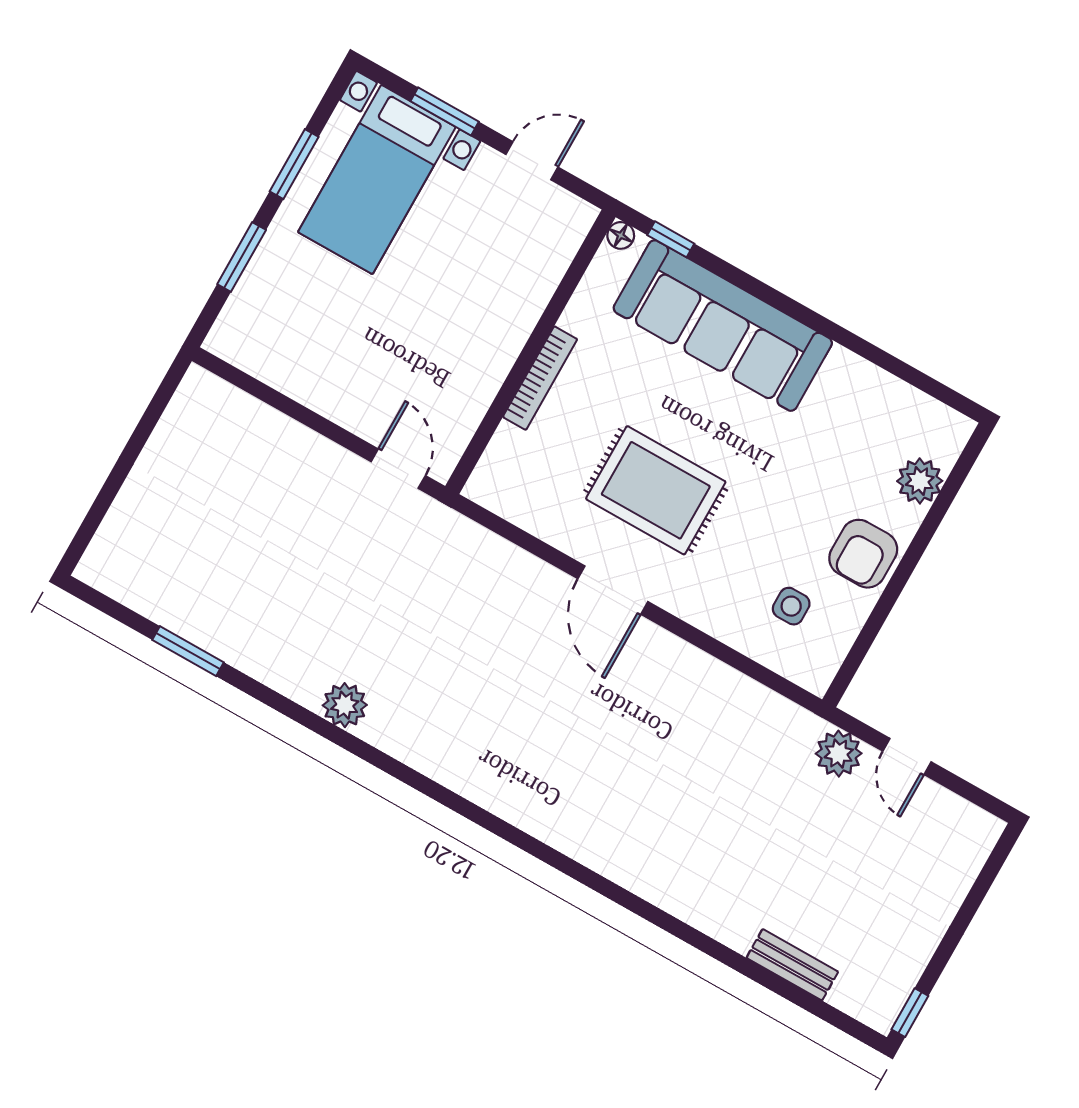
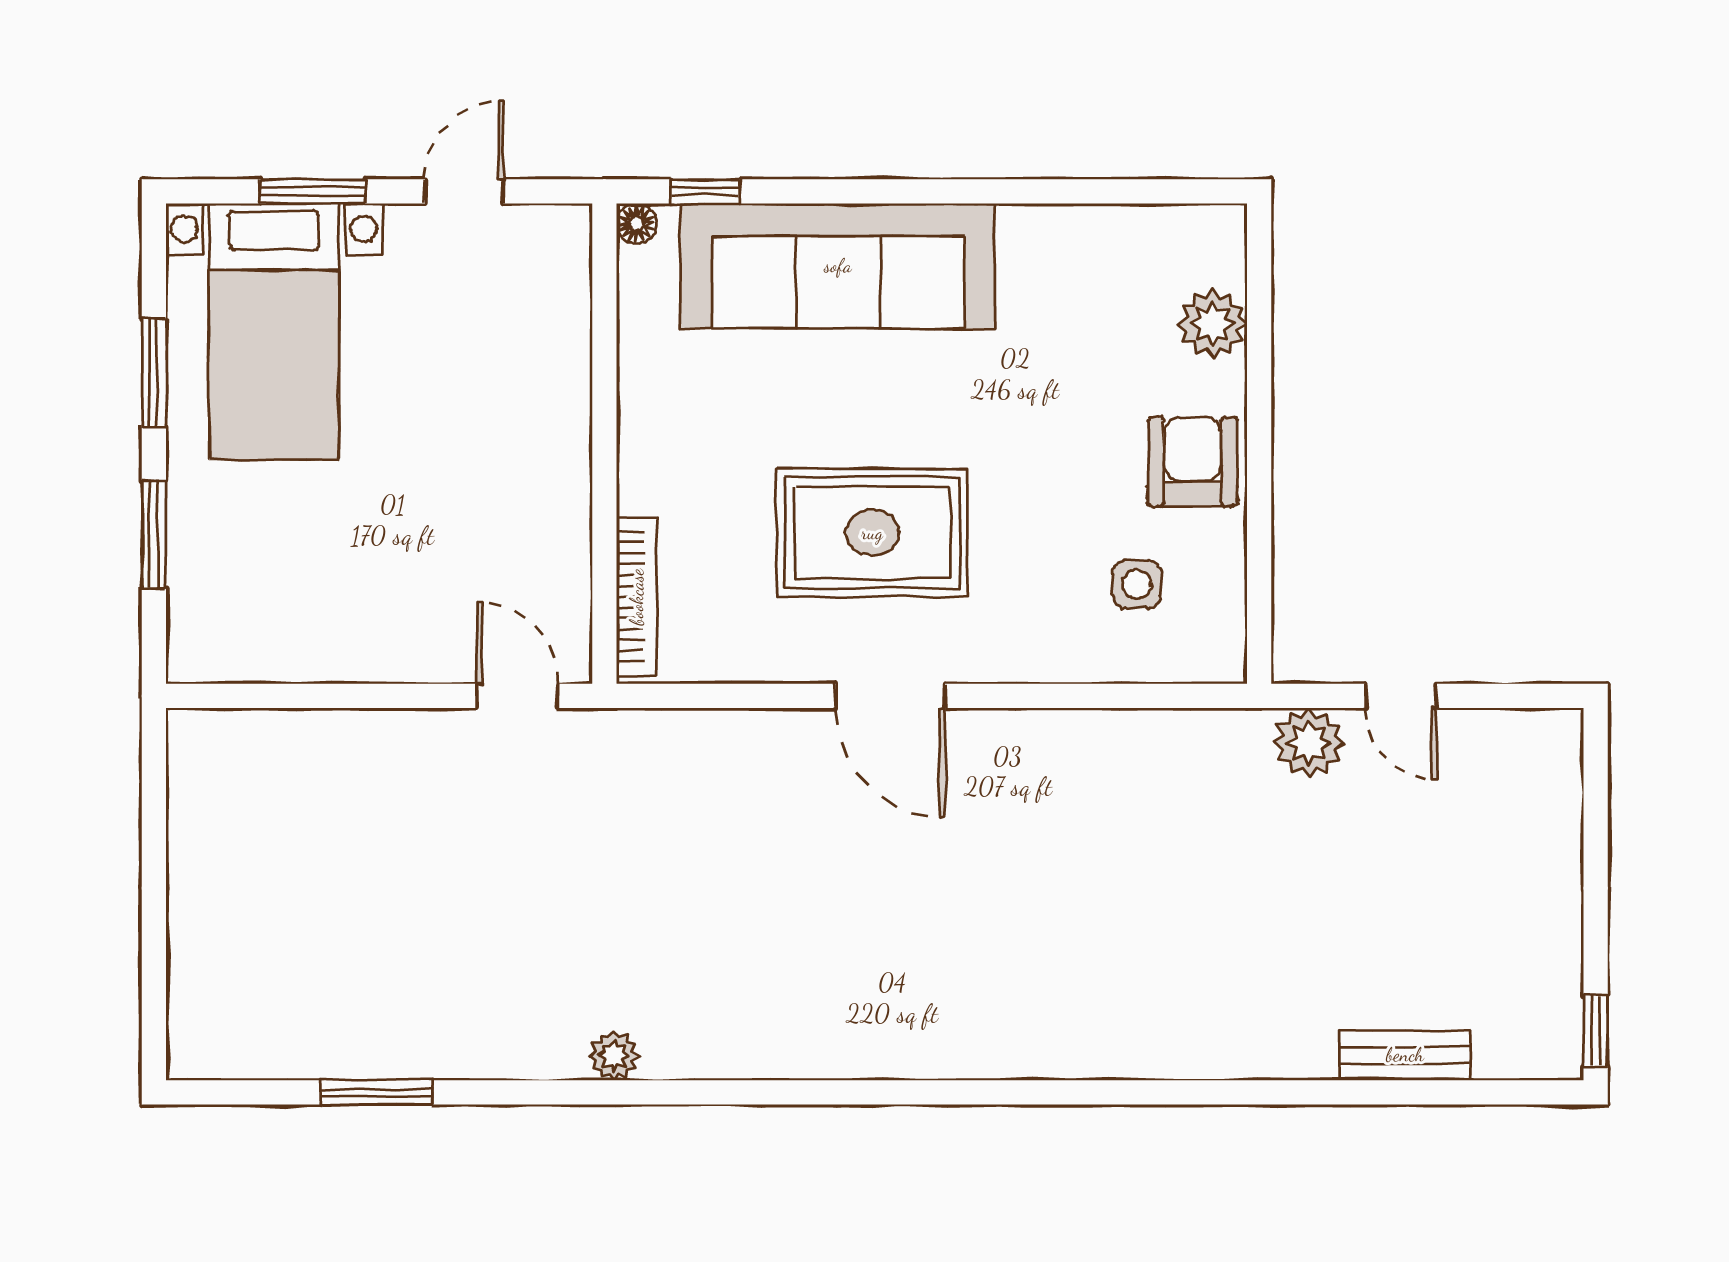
bookcase: (540, 378) -> (637, 597), moved
armchair: (863, 554) -> (1193, 462), turned 180
plant: (345, 705) -> (614, 1056), width x0.73, depth x0.73

